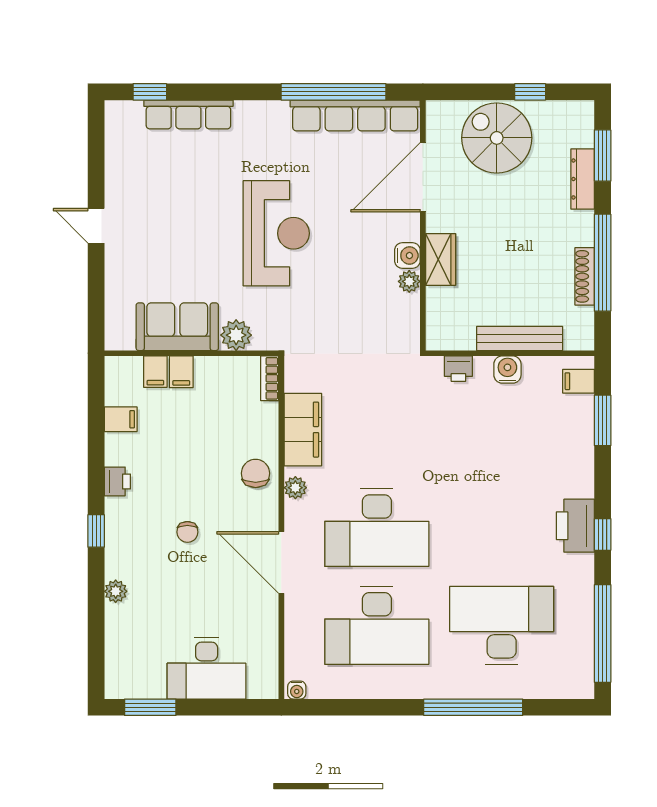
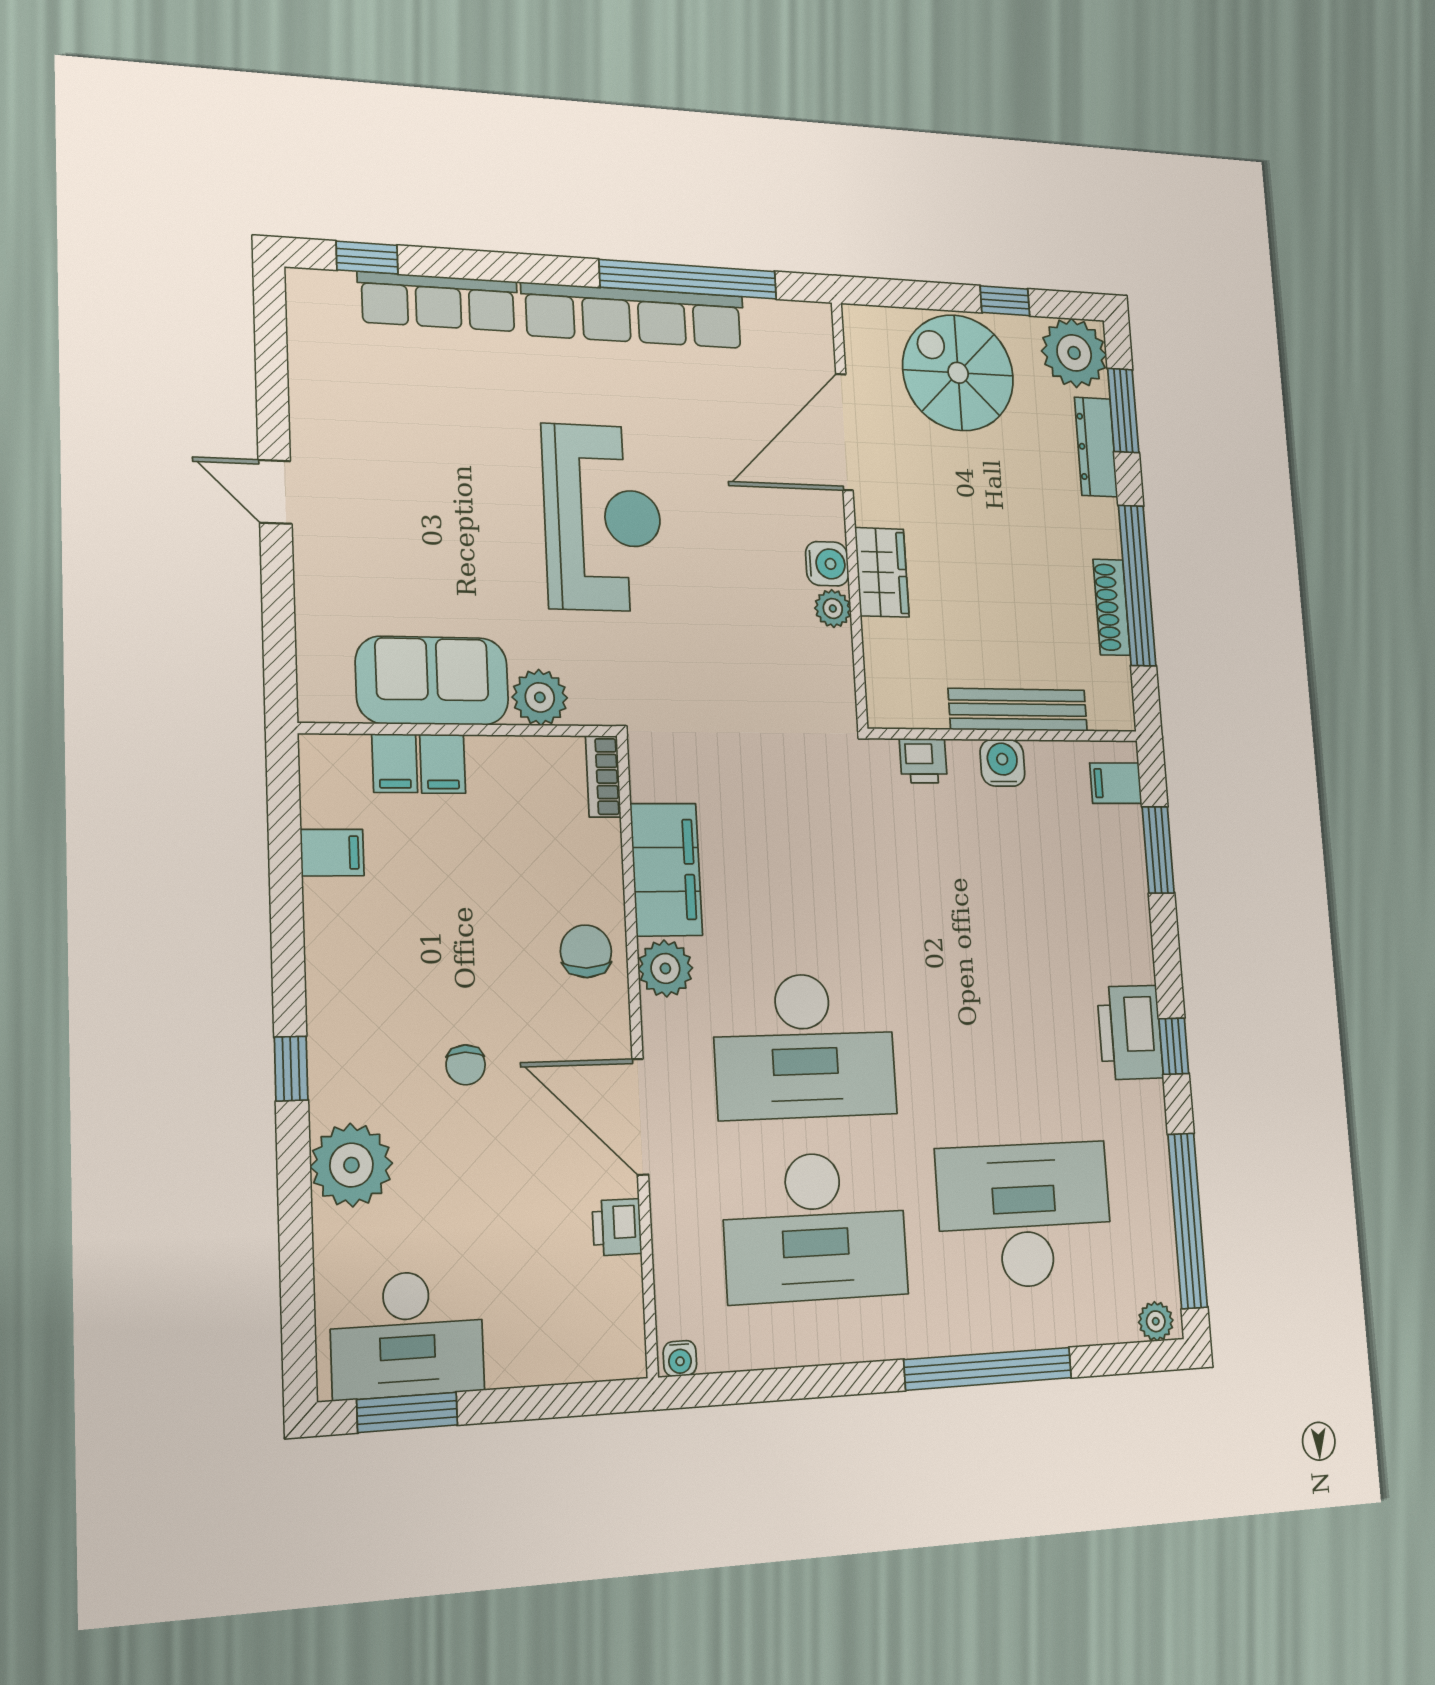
row of seats: (355, 115) -> (634, 316), moved
plant: (573, 121) -> (1074, 353), added
printer: (117, 481) -> (617, 1227), moved, turned 180
plant: (295, 488) -> (665, 968), width x1.38, depth x1.38
plant: (116, 591) -> (351, 1165), width x1.88, depth x1.88
desk: (207, 668) -> (407, 1334), moved
plant: (578, 688) -> (1156, 1321), added

